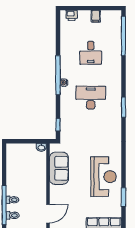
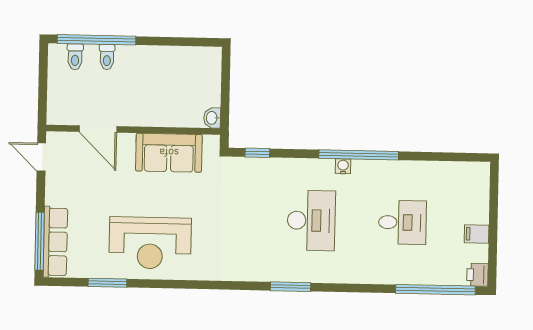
printer: (72, 15) -> (477, 275), moved
desk: (91, 53) -> (402, 222), turned 180
door: (48, 214) -> (98, 129), moved

